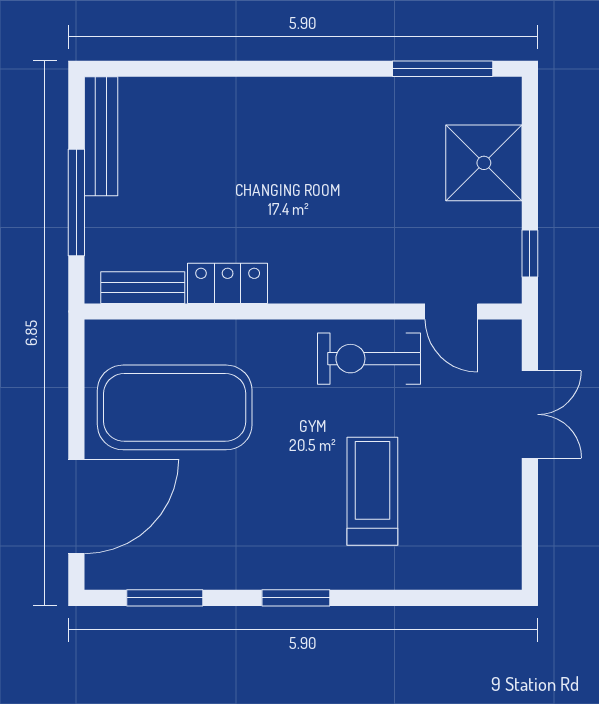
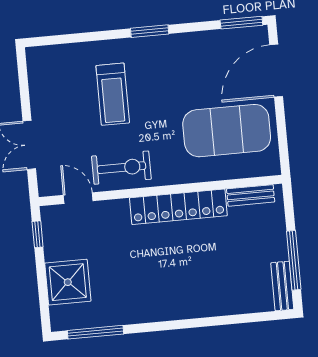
bench: (101, 136) -> (282, 286), width x0.73
window: (76, 202) -> (294, 260), moved
locker: (228, 283) -> (178, 207), width x2.16, depth x1.21
window: (165, 598) -> (241, 23), moved

